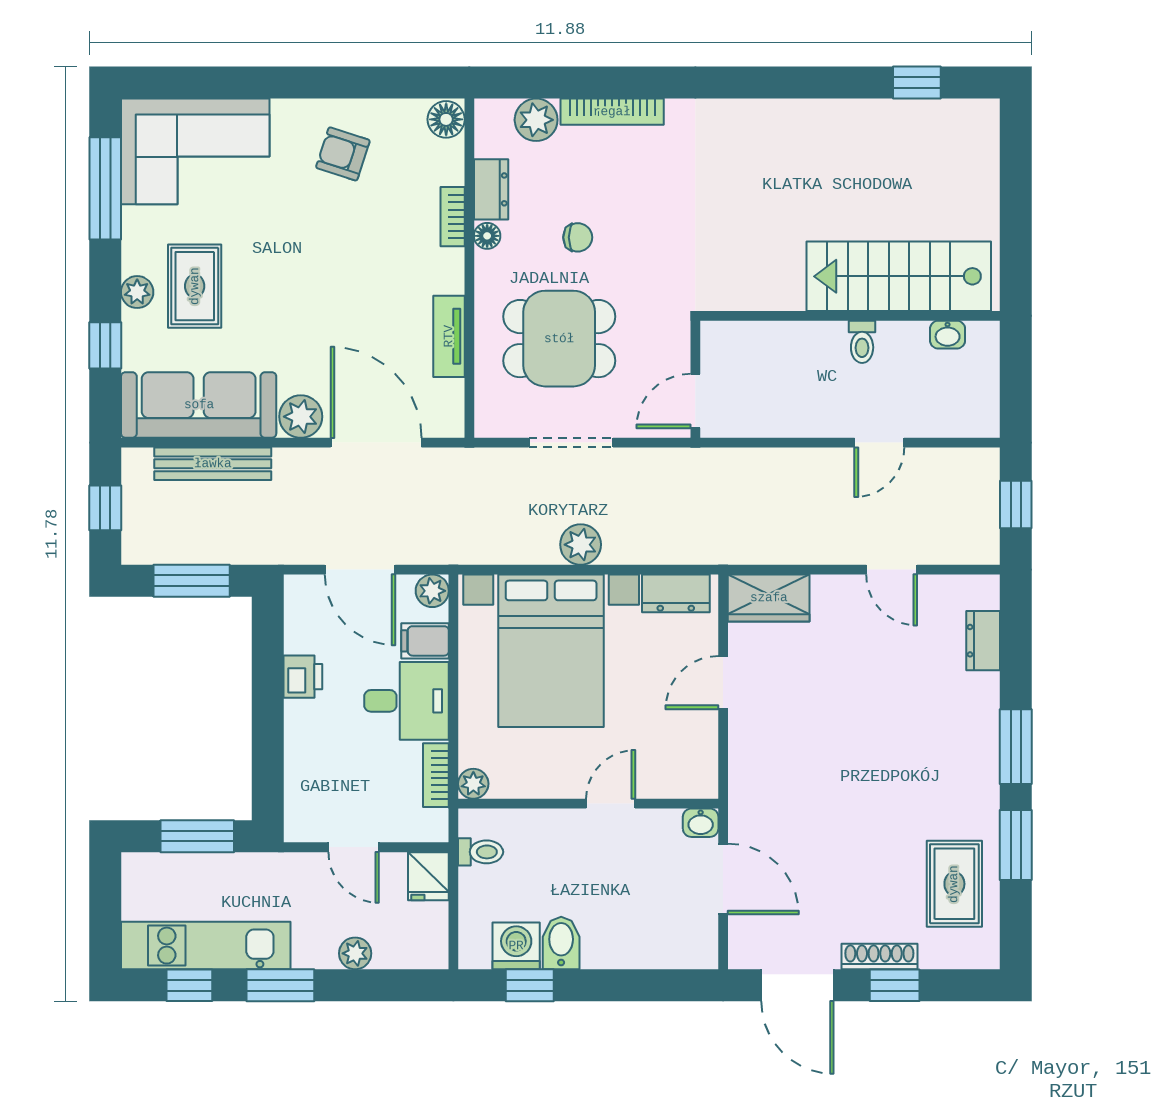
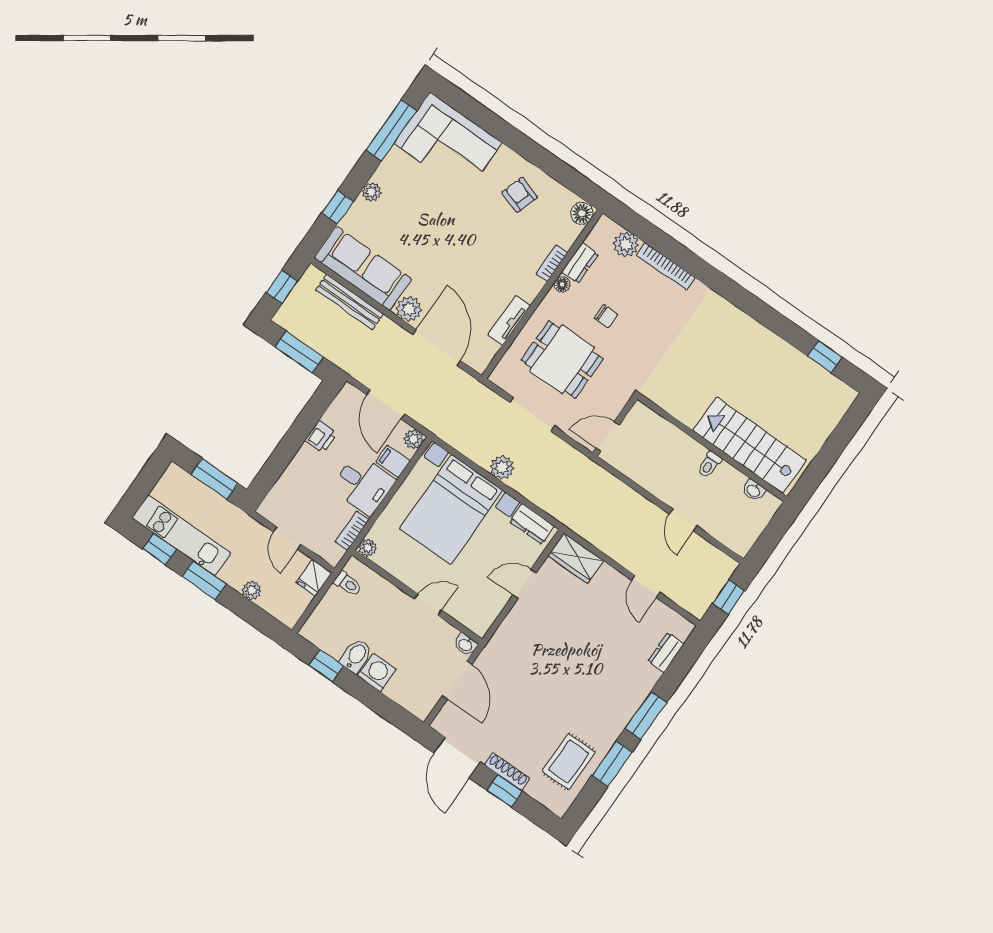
rug: (195, 286) -> (402, 209), removed
door: (879, 443) -> (683, 520), hinge flipped
washing machine: (516, 946) -> (377, 673), moved

